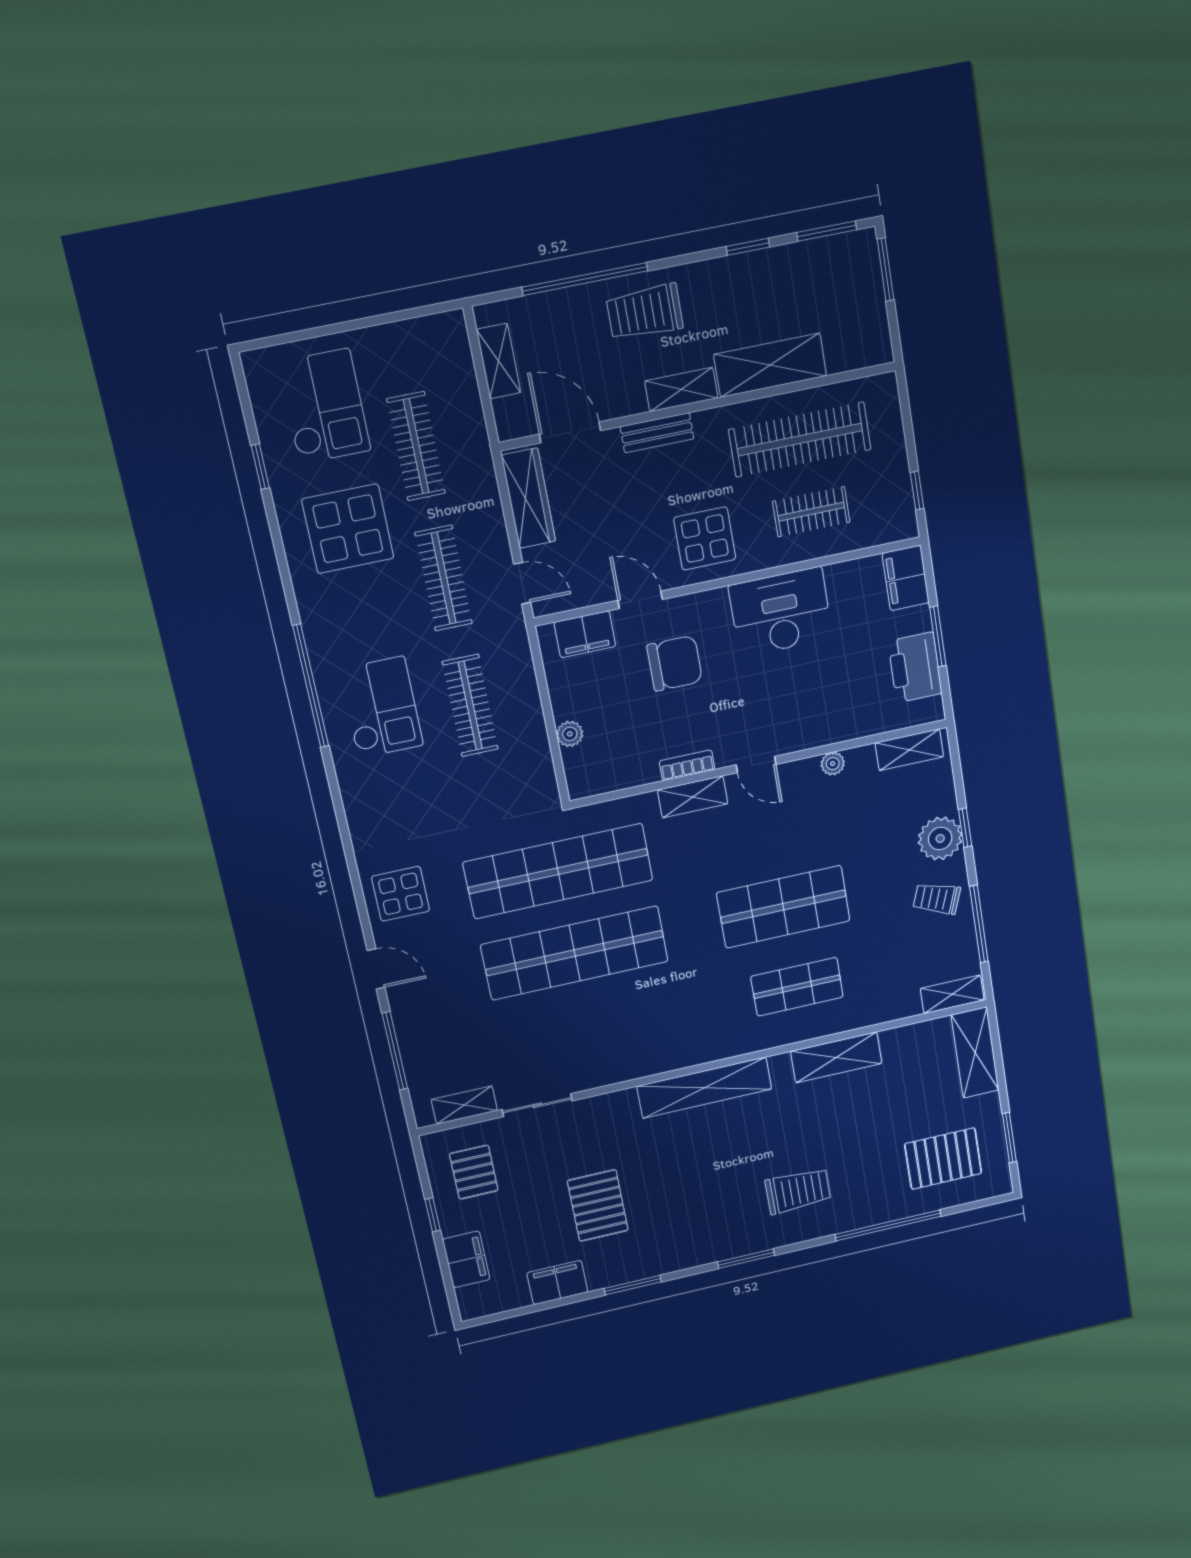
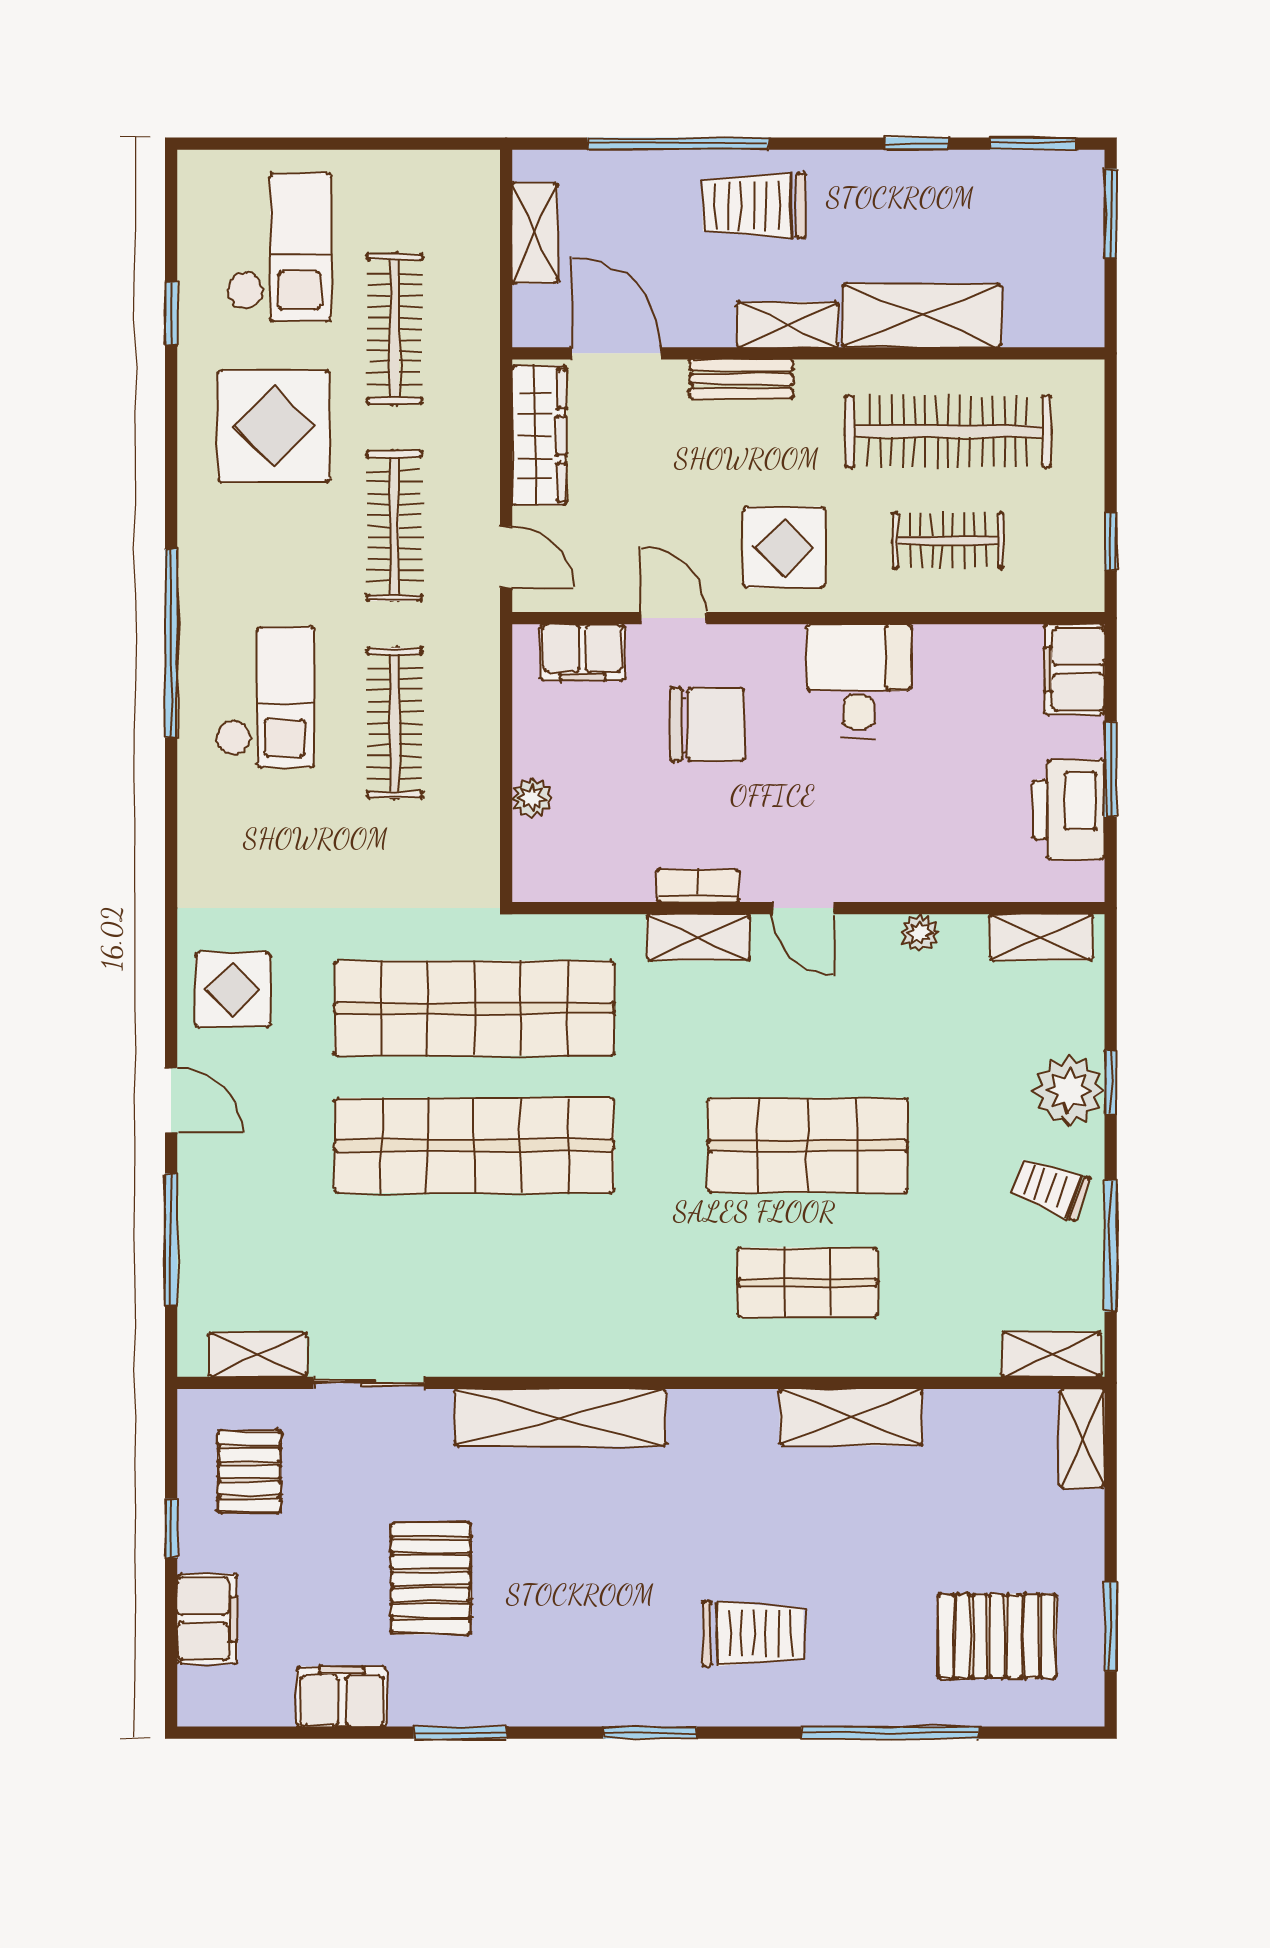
desk: (781, 612) -> (859, 681), width x0.73
shelving: (975, 1053) -> (1082, 1439), width x0.67, depth x0.75
shelving: (704, 1088) -> (560, 1418), moved

